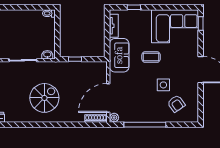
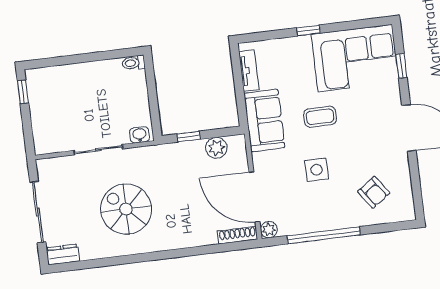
window: (134, 7) -> (309, 30), moved
window: (201, 24) -> (401, 66), moved
plant: (90, 67) -> (216, 148), added
side table: (163, 85) -> (317, 170), moved
spiral stairs: (44, 98) -> (126, 209), moved, turned -90
door: (108, 98) -> (254, 197), hinge flipped

